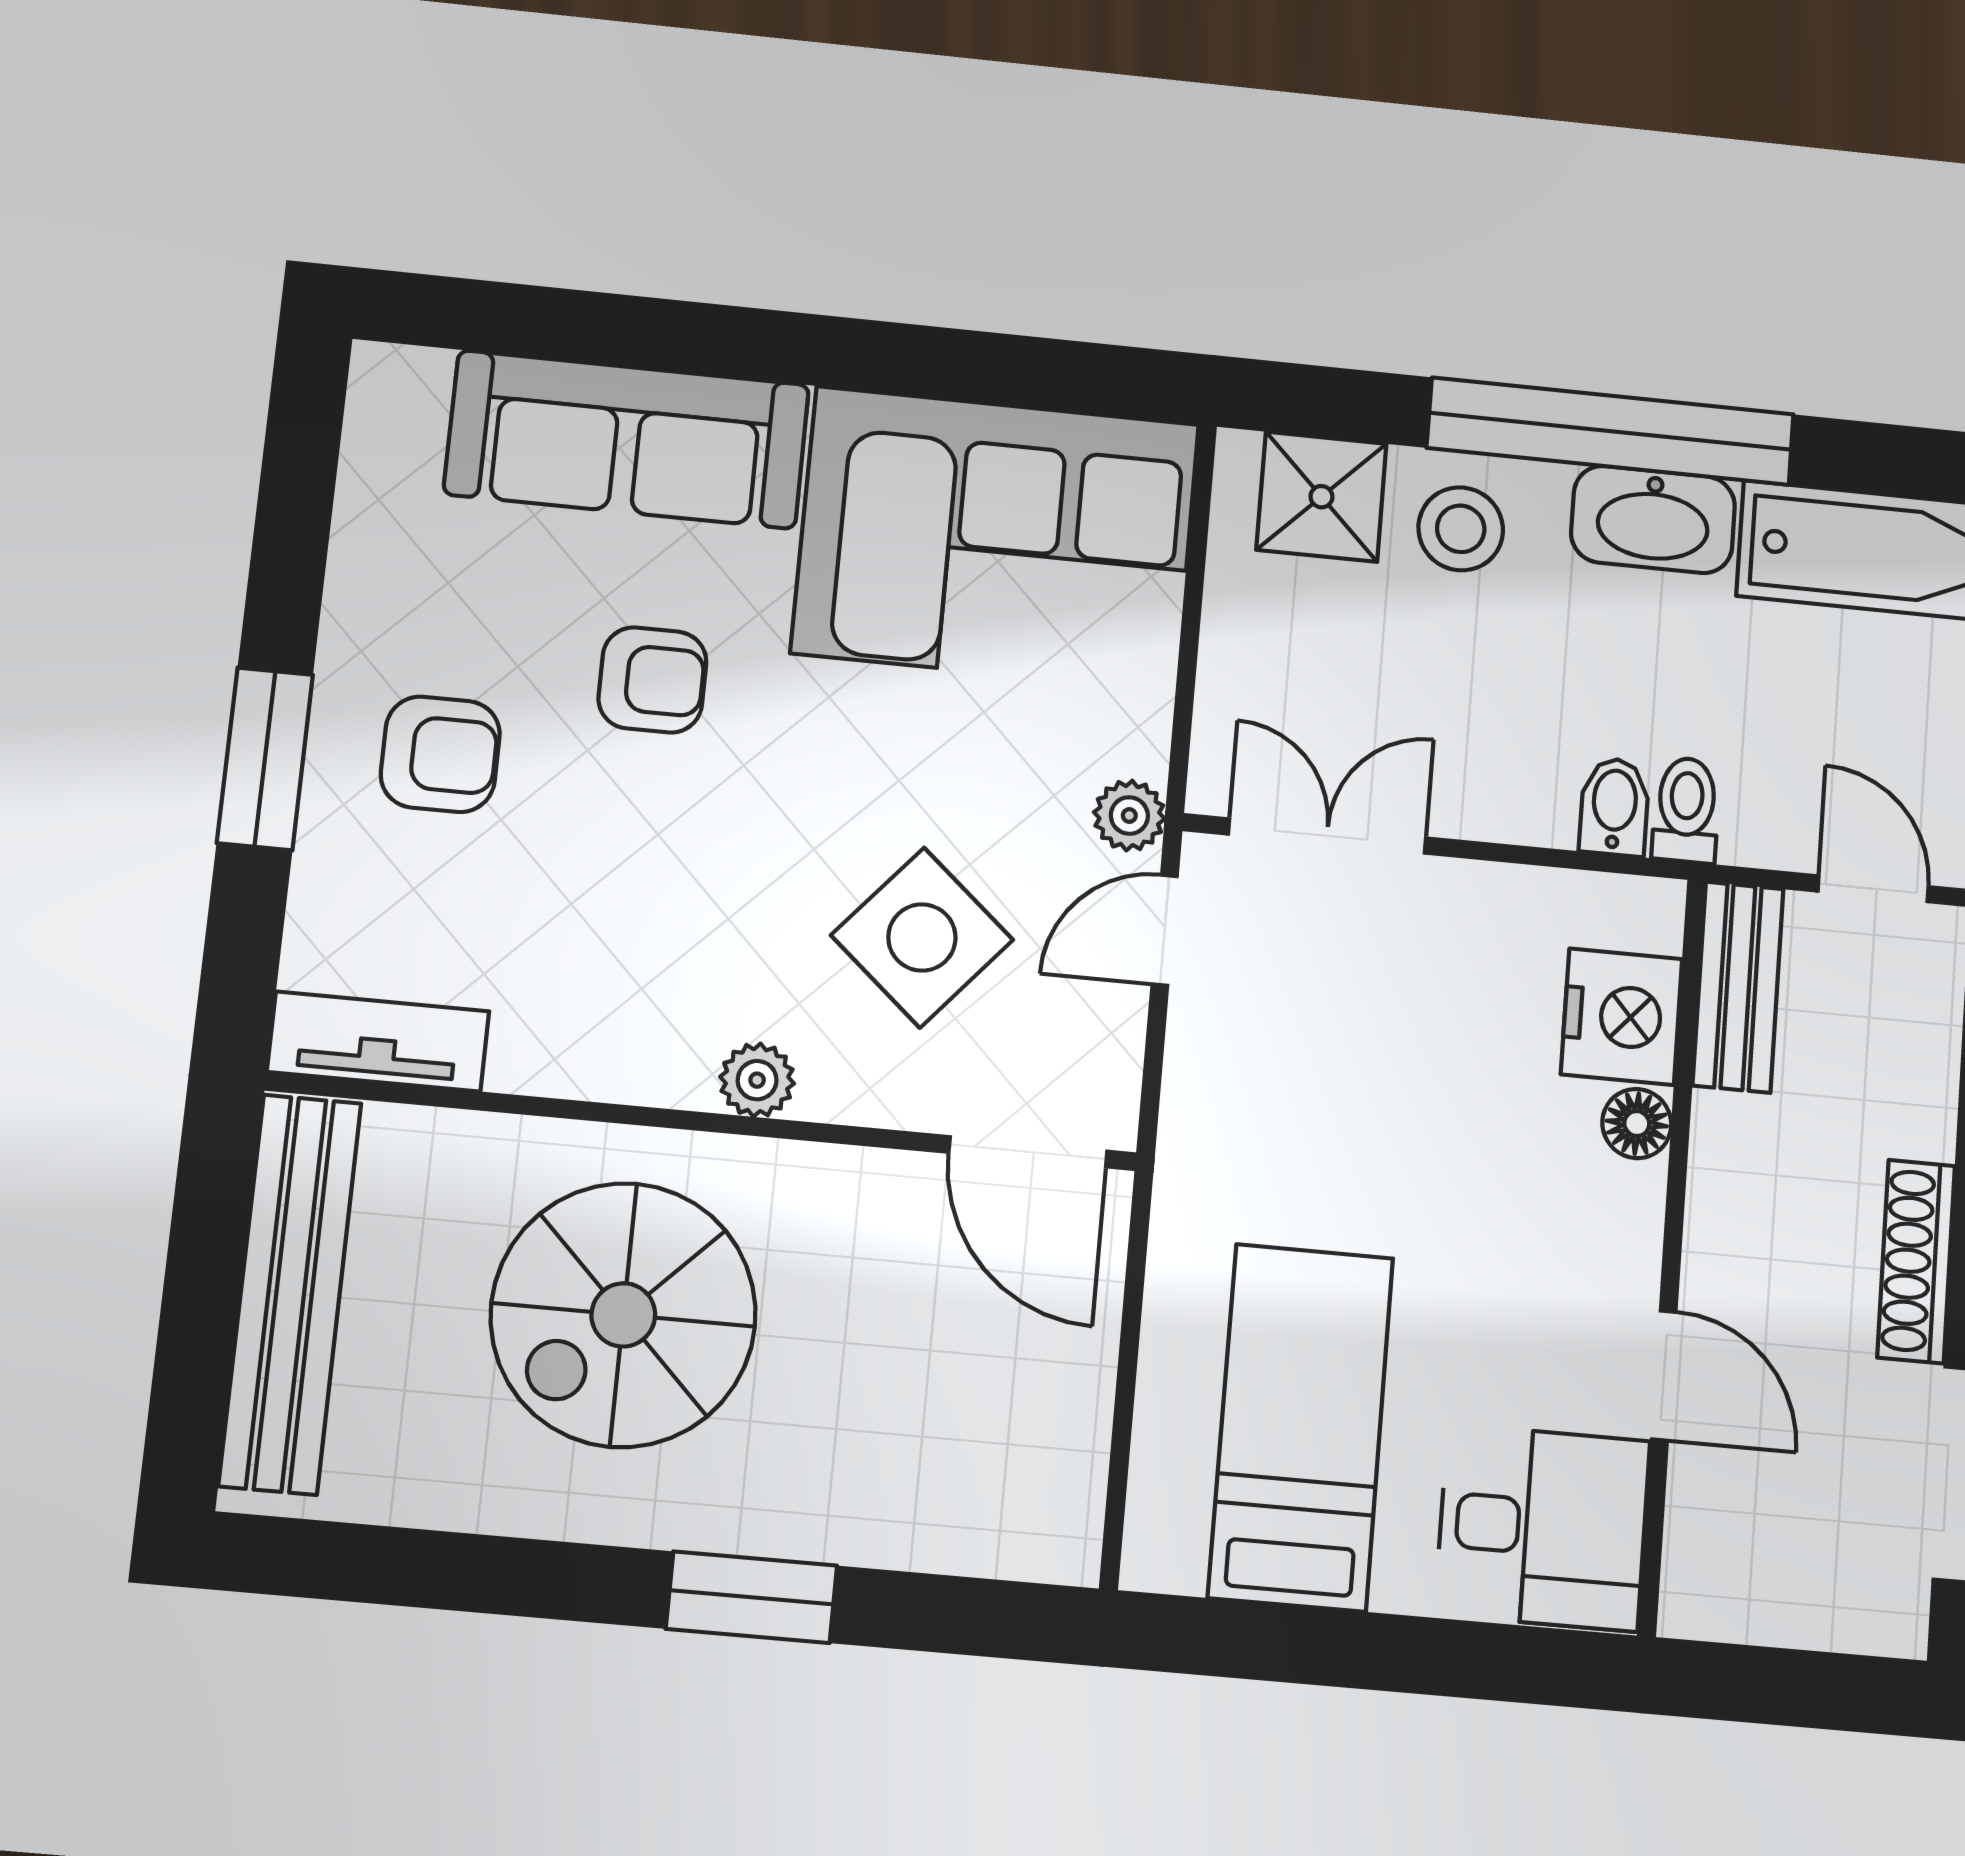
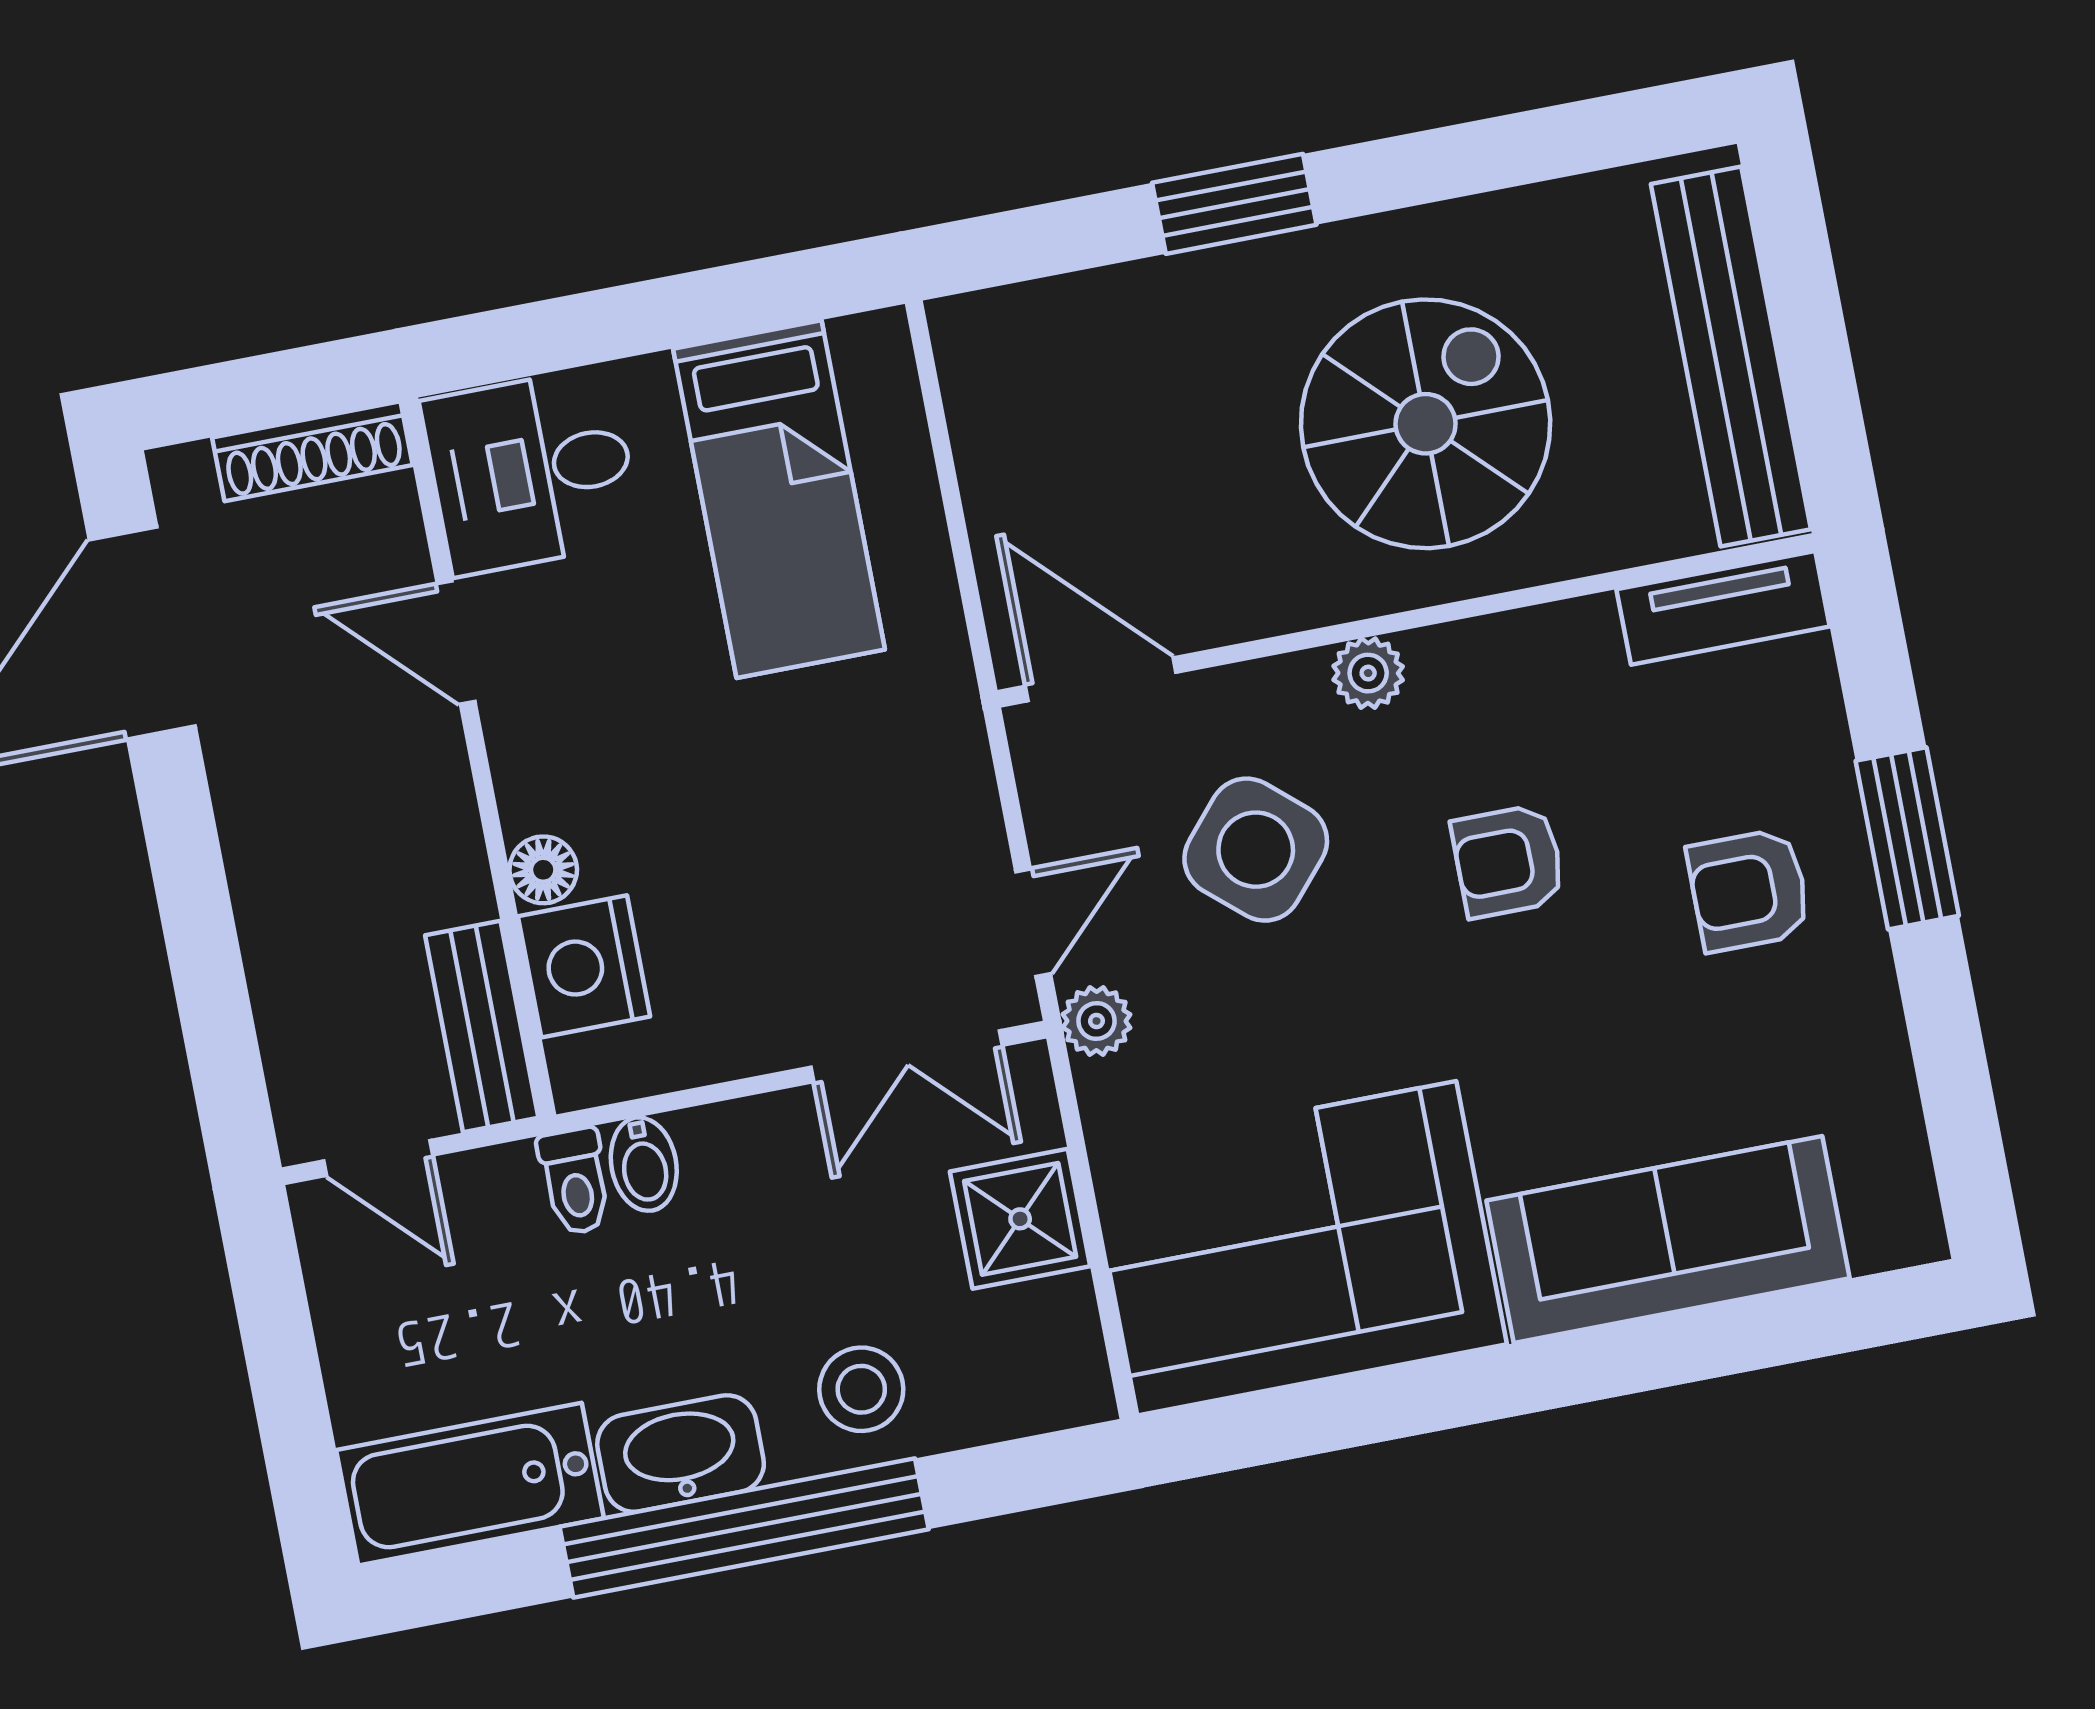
shower: (1321, 497) -> (1020, 1219), moved
armchair: (652, 680) -> (1508, 861), moved
shoe rack: (1916, 1261) -> (312, 451), moved, turned 90

